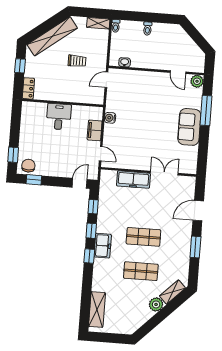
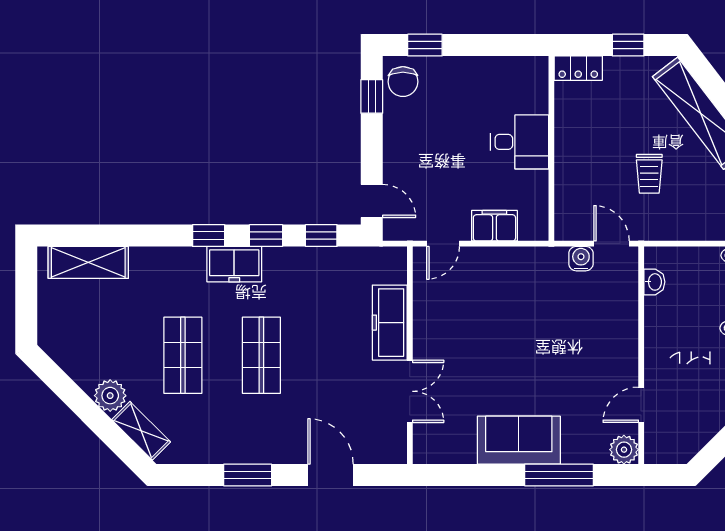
water cooler: (110, 118) -> (581, 259), moved
chair: (28, 166) -> (403, 82), turned 90

